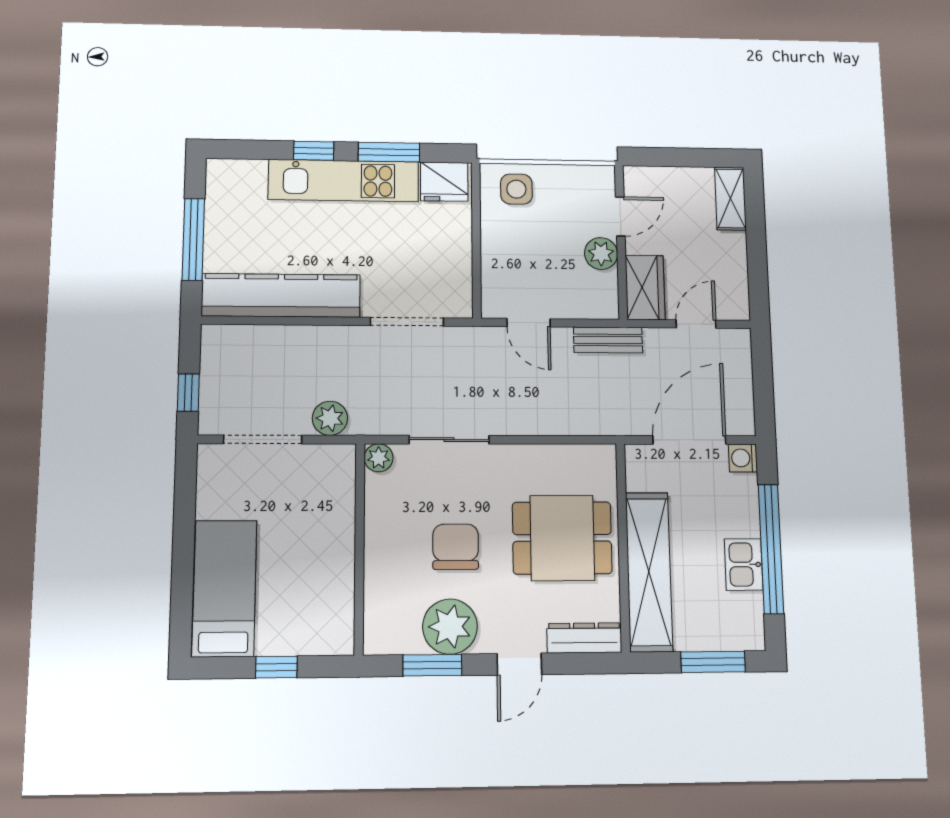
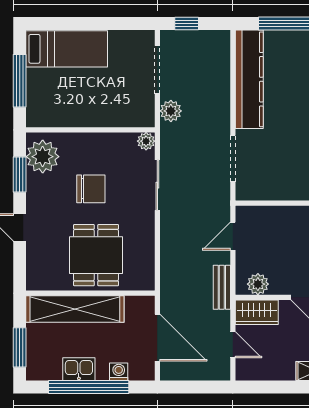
plant: (601, 254) -> (258, 284), moved
washing machine: (743, 458) -> (119, 372), moved
plant: (450, 627) -> (43, 157), moved
dresser: (584, 638) -> (35, 268), removed
window: (276, 667) -> (20, 81), width x2.17

